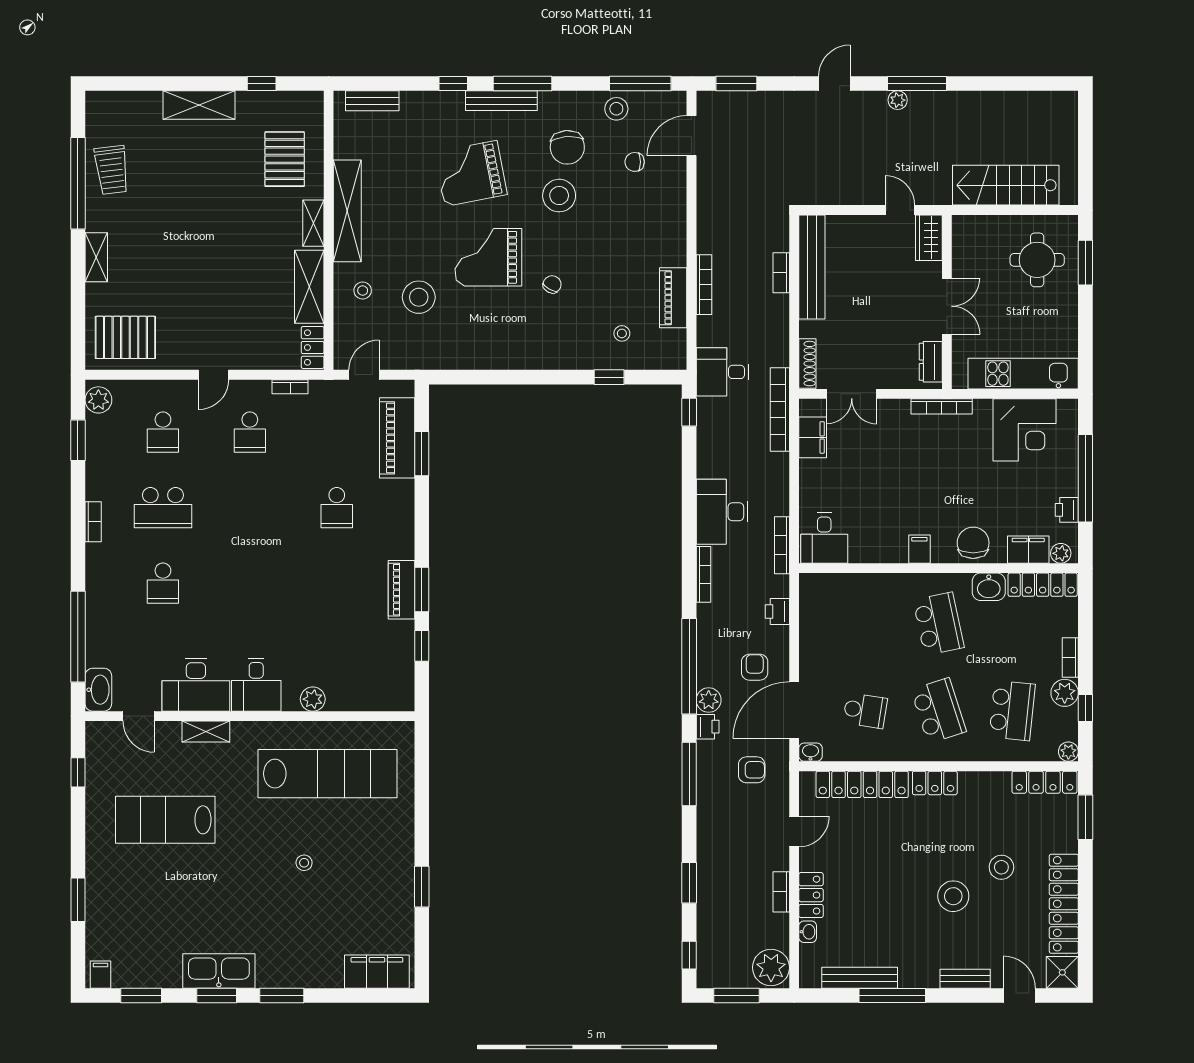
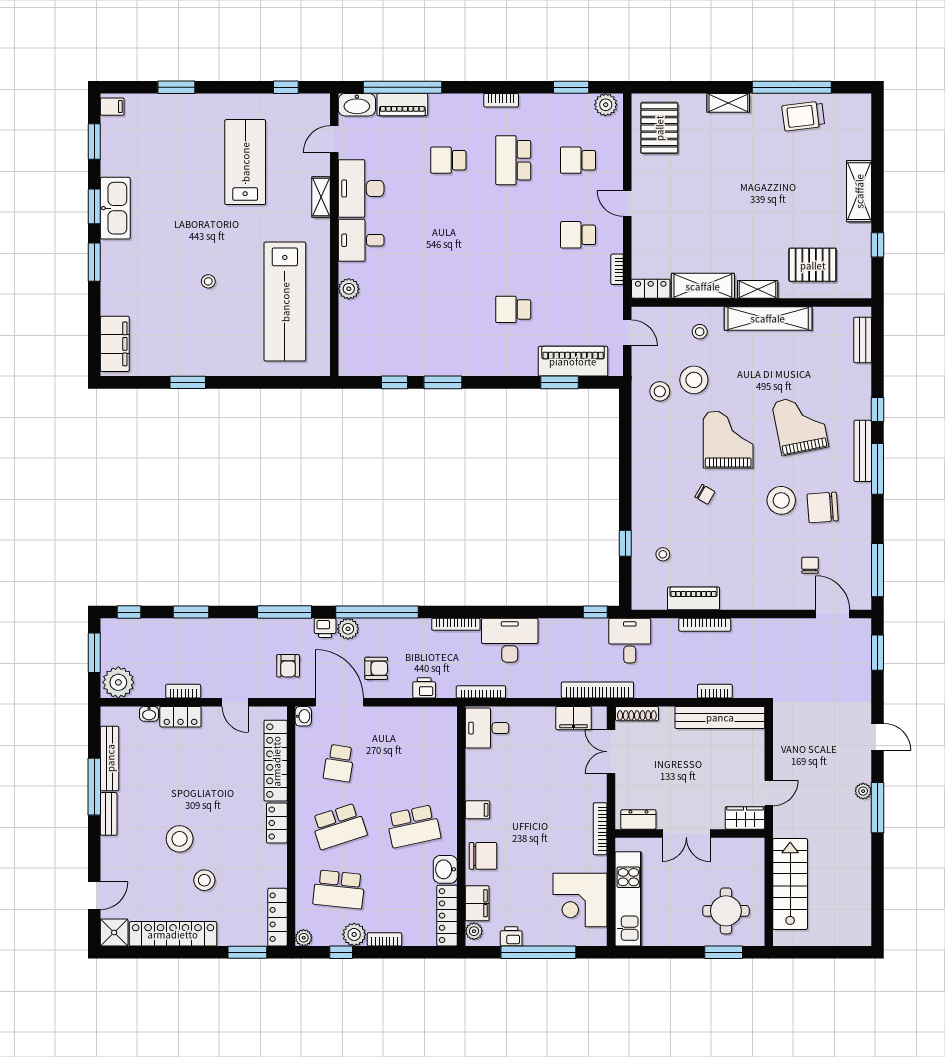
stool: (616, 109) -> (660, 391), moved
piano: (401, 590) -> (402, 105), moved, turned 180
bench: (965, 979) -> (109, 814), moved

